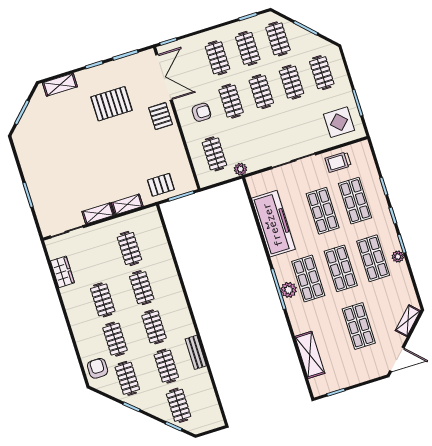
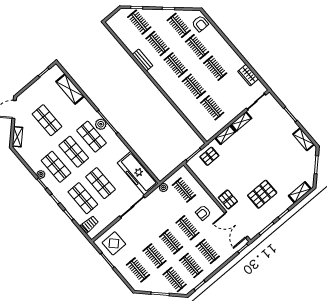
shelving: (24, 154) -> (304, 139), added
trolley: (338, 162) -> (90, 224), moved
freezer: (273, 224) -> (138, 173), moved

